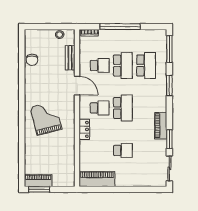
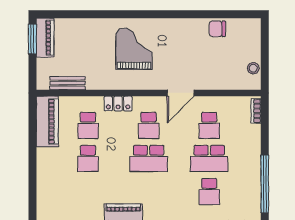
window: (120, 27) -> (265, 184), moved
bench: (70, 58) -> (68, 83), moved
school desk: (146, 65) -> (209, 192), width x0.54
grand piano: (46, 118) -> (134, 49), turned -76
school desk: (100, 150) -> (88, 125), added

